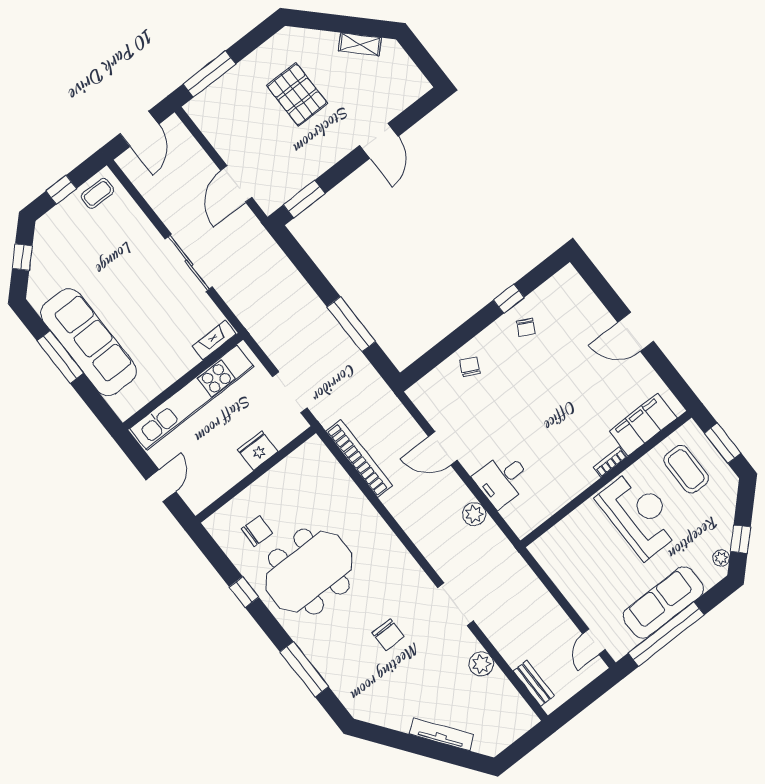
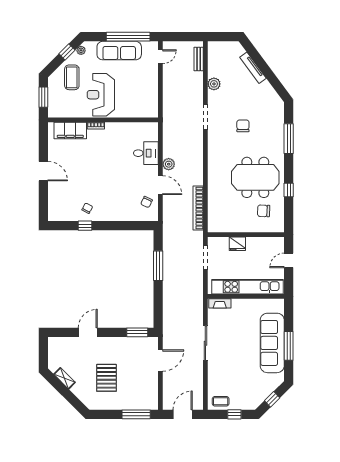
chair: (470, 367) -> (147, 202), moved
coffee table: (686, 469) -> (72, 77), moved
plant: (474, 514) -> (169, 164), moved

